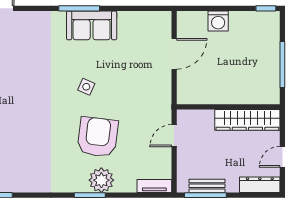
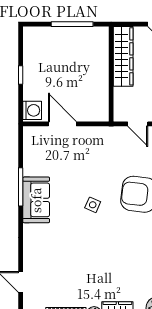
window: (79, 8) -> (21, 187), moved
window: (266, 8) -> (21, 75), moved
washing machine: (218, 21) -> (32, 110), moved

